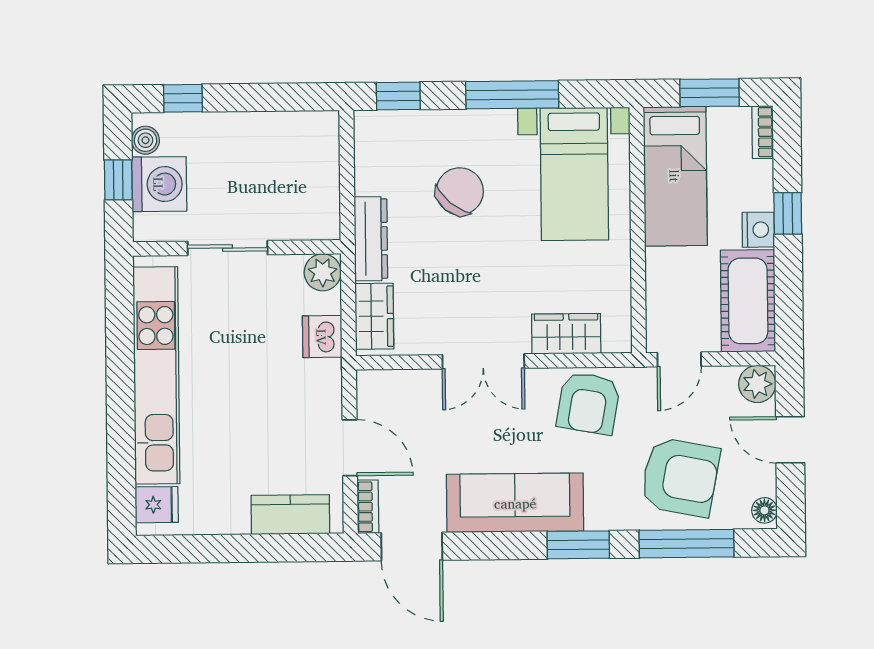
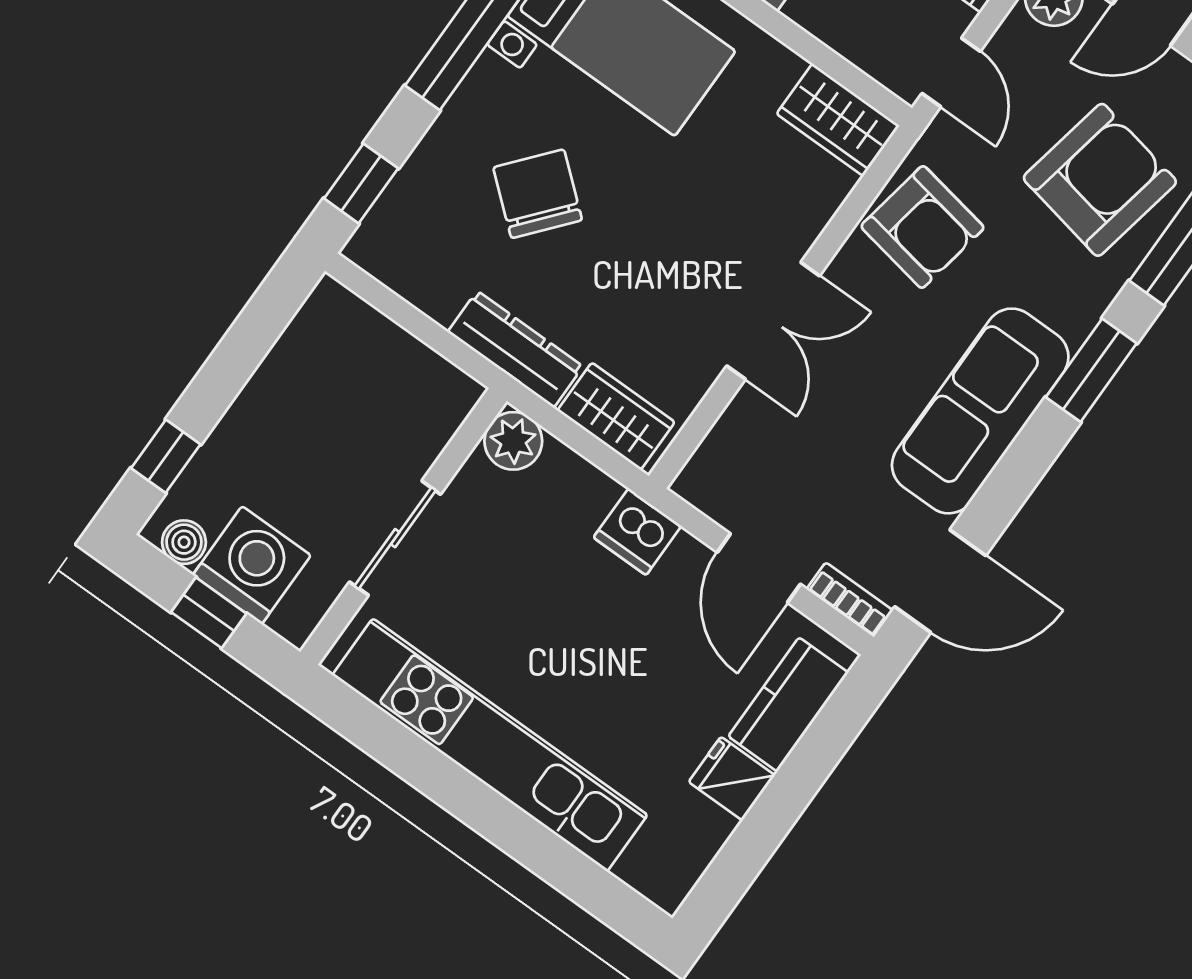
wardrobe: (566, 334) -> (838, 120), moved, turned -90
dishwasher: (322, 337) -> (637, 532), moved
door: (350, 448) -> (759, 568), swing flipped
fridge: (157, 505) -> (732, 779), moved, turned -90

